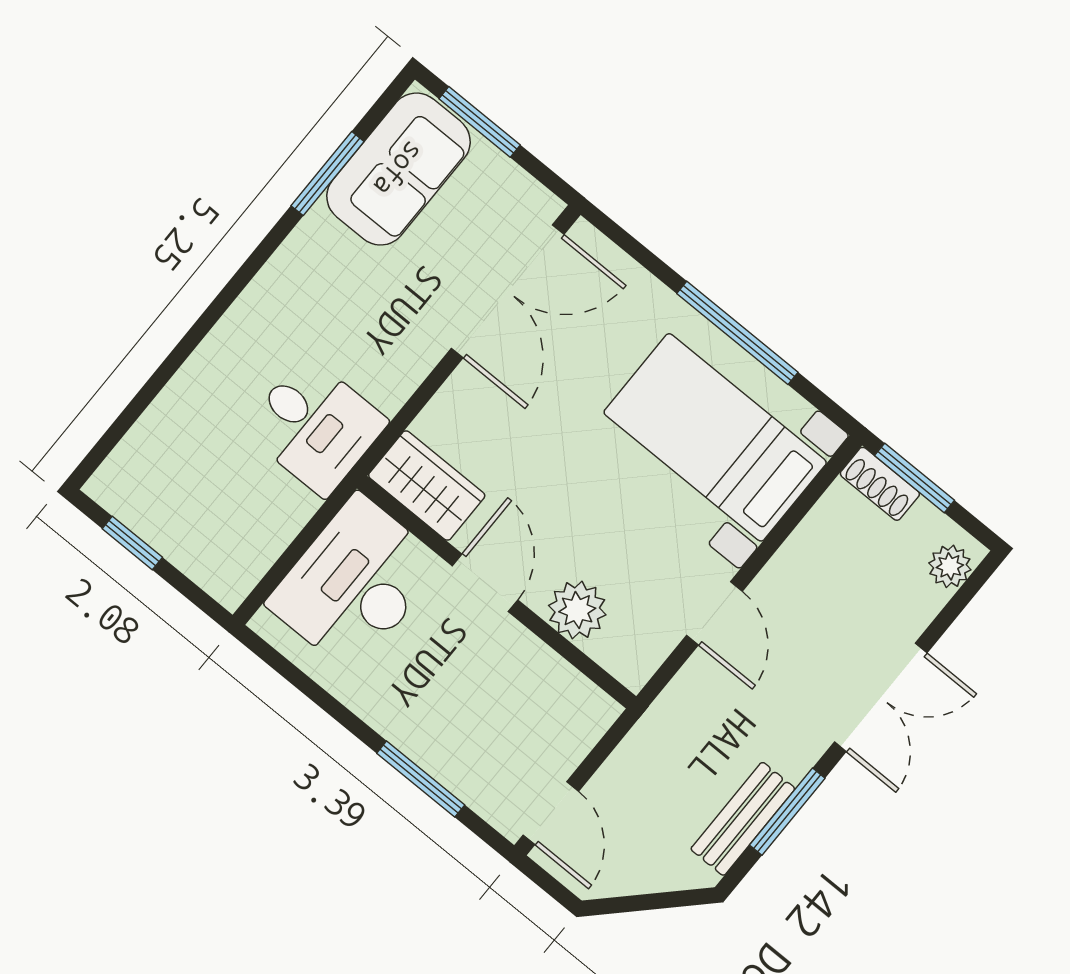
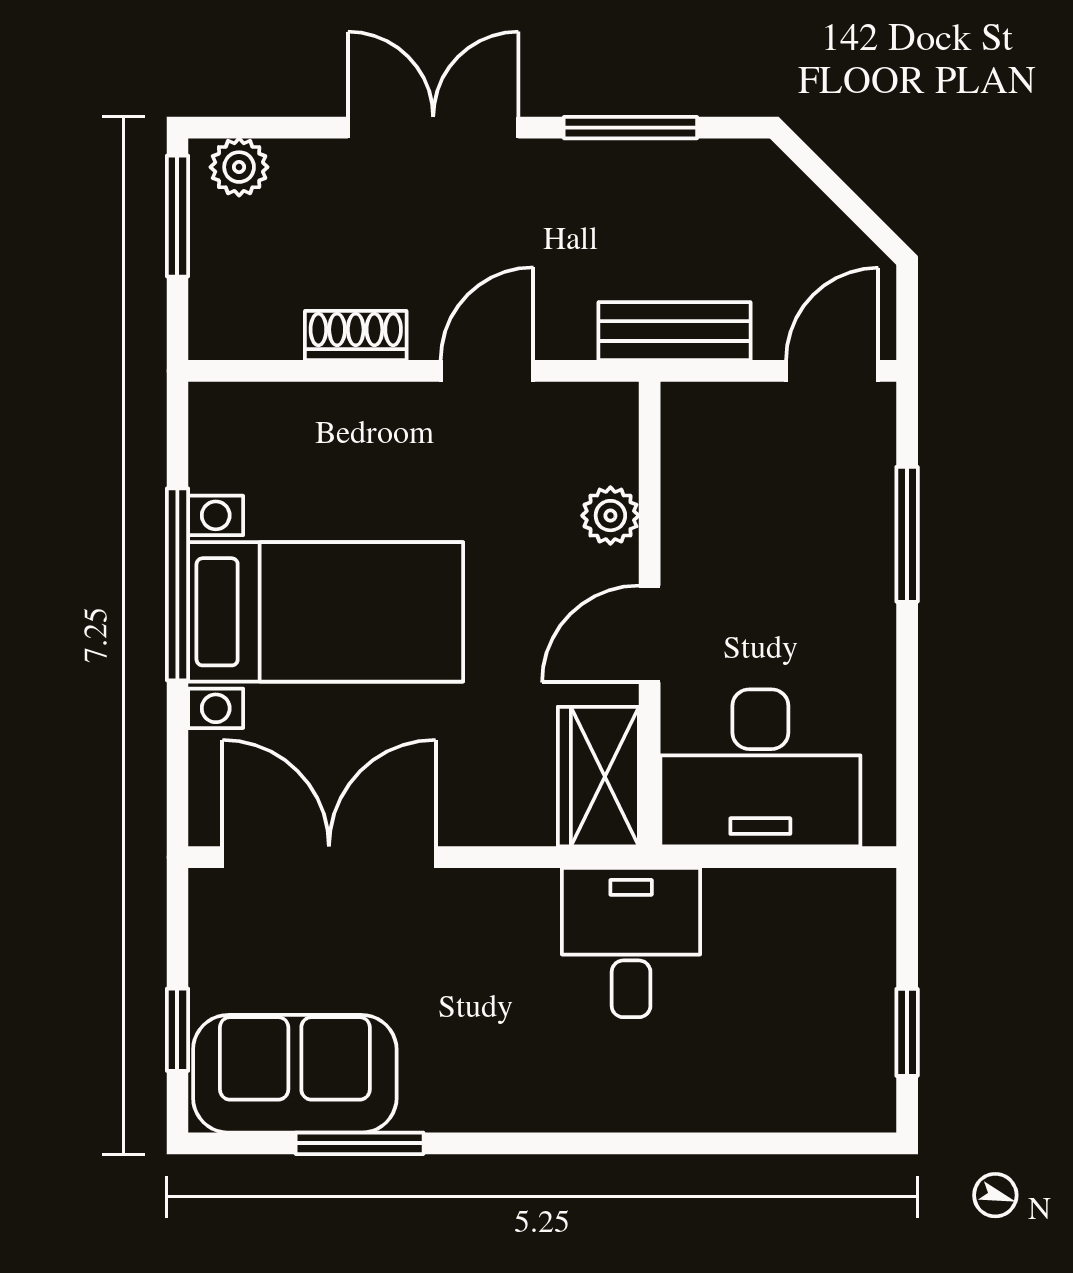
window: (480, 122) -> (177, 1030), width x0.67
bed with nightstands: (715, 437) -> (326, 612), moved, turned -90
window: (915, 478) -> (177, 216), moved
shoe rack: (880, 484) -> (356, 335), moved, turned -90
plant: (577, 610) -> (610, 516), width x0.73, depth x0.73
bench: (743, 819) -> (675, 331), moved

